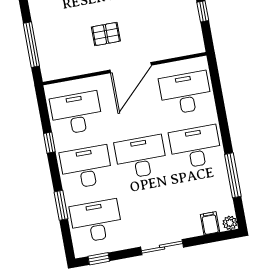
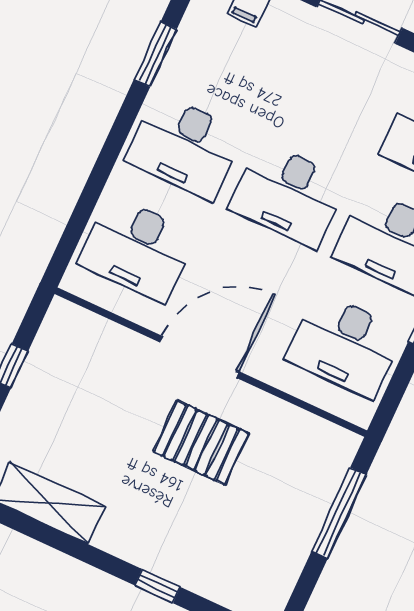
pallet: (106, 34) -> (201, 443), width x1.50, depth x1.42
window: (233, 175) -> (155, 54), width x0.69

